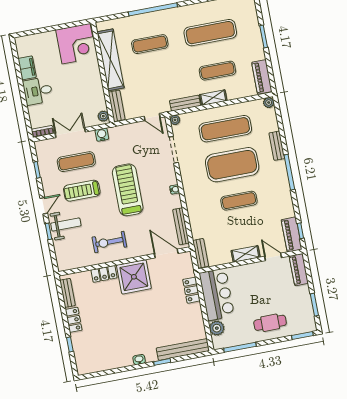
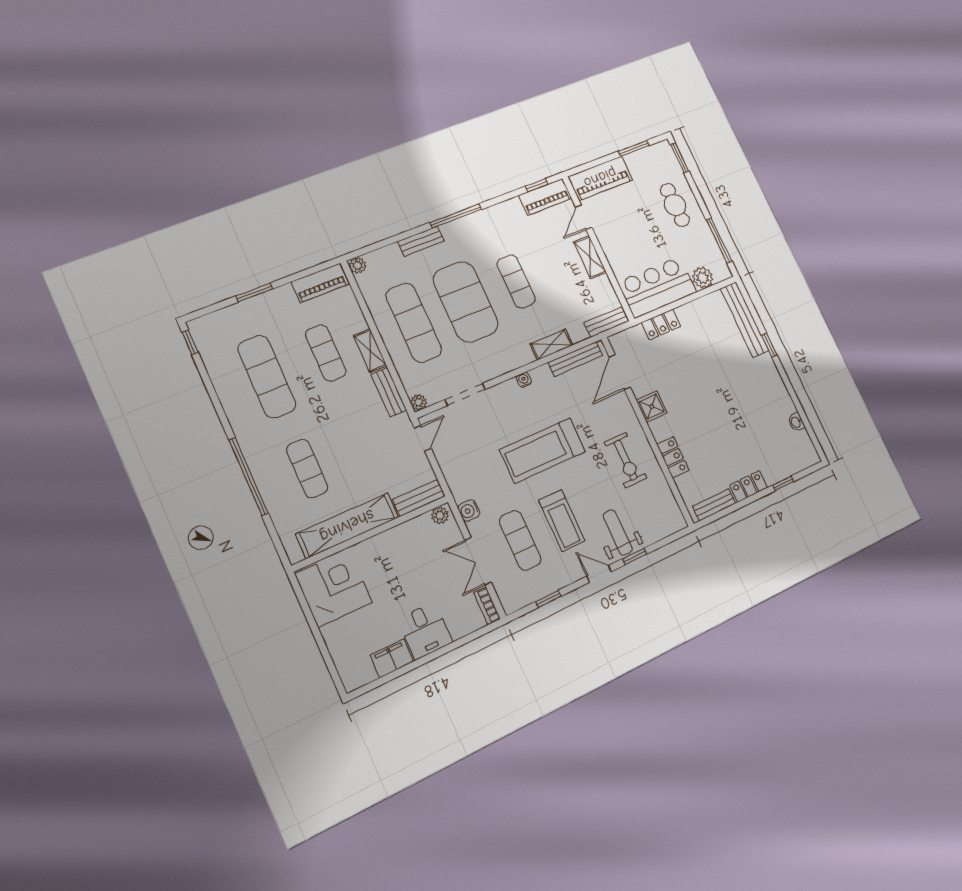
shelving: (193, 213) -> (551, 344), added
piano: (299, 270) -> (600, 178), width x1.37, depth x1.33
shower: (134, 277) -> (652, 407), width x0.54, depth x0.54
washbasin: (139, 360) -> (796, 422), moved

